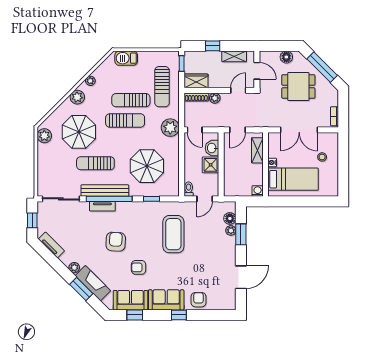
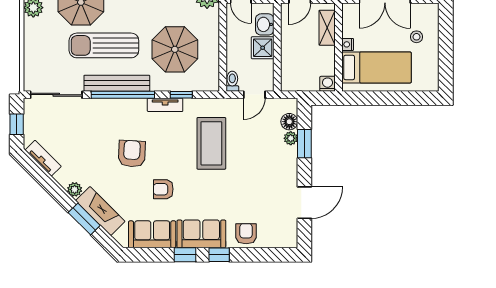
sun lounger: (95, 163) -> (104, 45), width x1.36, depth x1.34
tv unit: (102, 206) -> (165, 105), moved
window: (135, 315) -> (185, 255), moved

